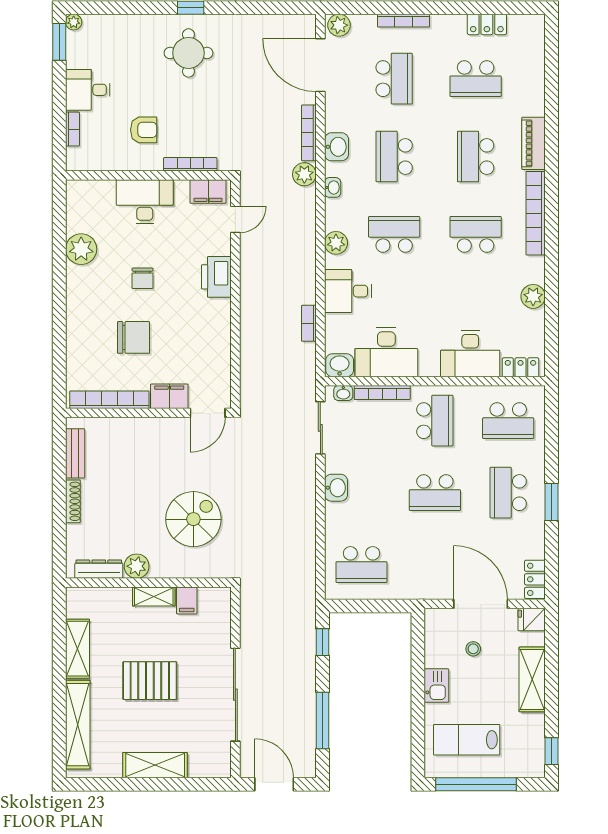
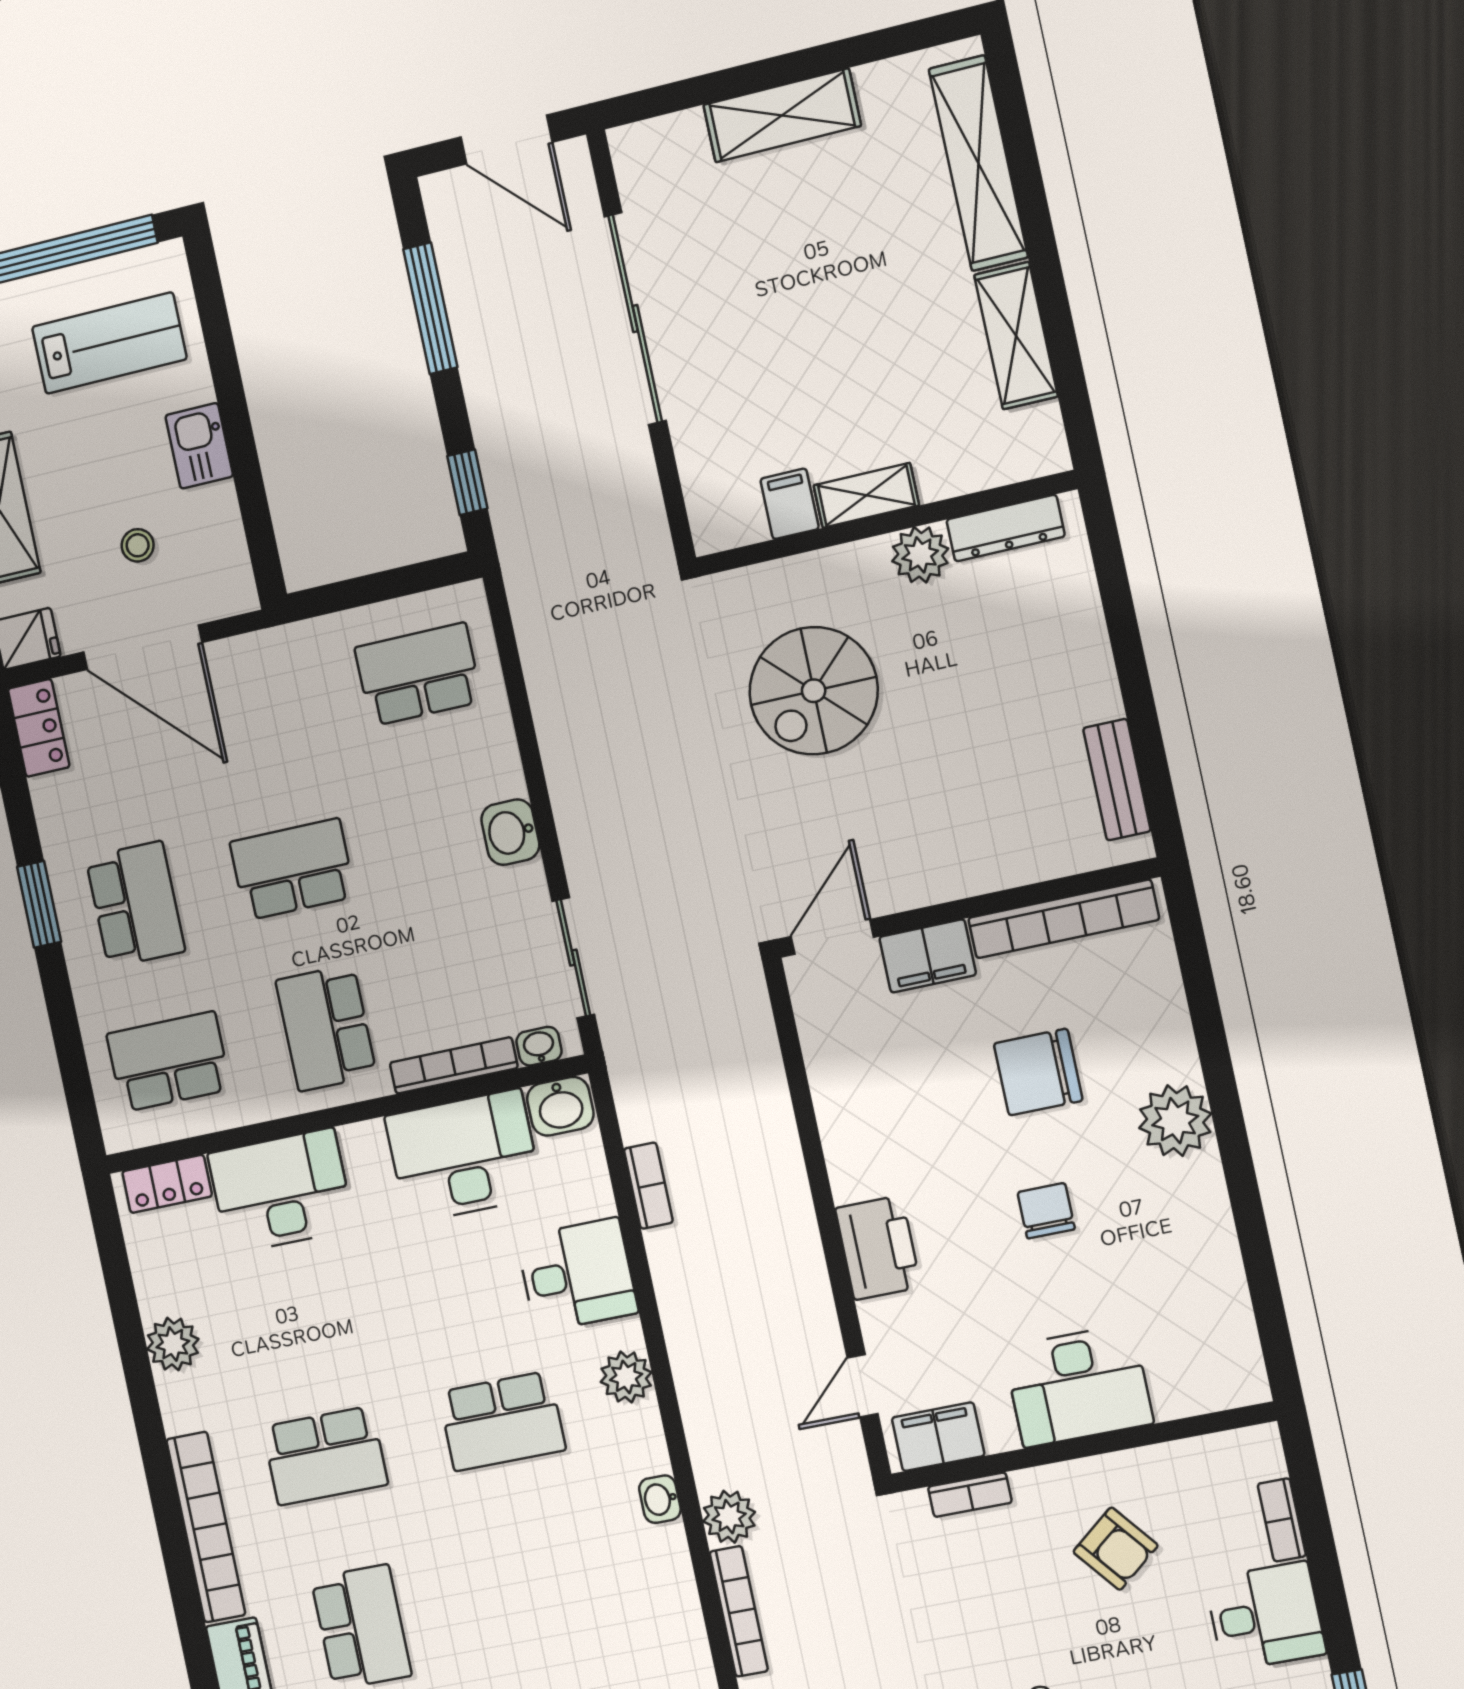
armchair: (144, 130) -> (1116, 1549), turned -129
washbasin: (336, 147) -> (671, 1592), removed
school desk: (394, 157) -> (539, 1594), removed
bookcase: (190, 164) -> (970, 1495), width x0.64
plant: (81, 249) -> (1175, 1121), moved
shoe rack: (73, 501) -> (1098, 669), removed
pallet: (150, 681) -> (835, 303), removed

